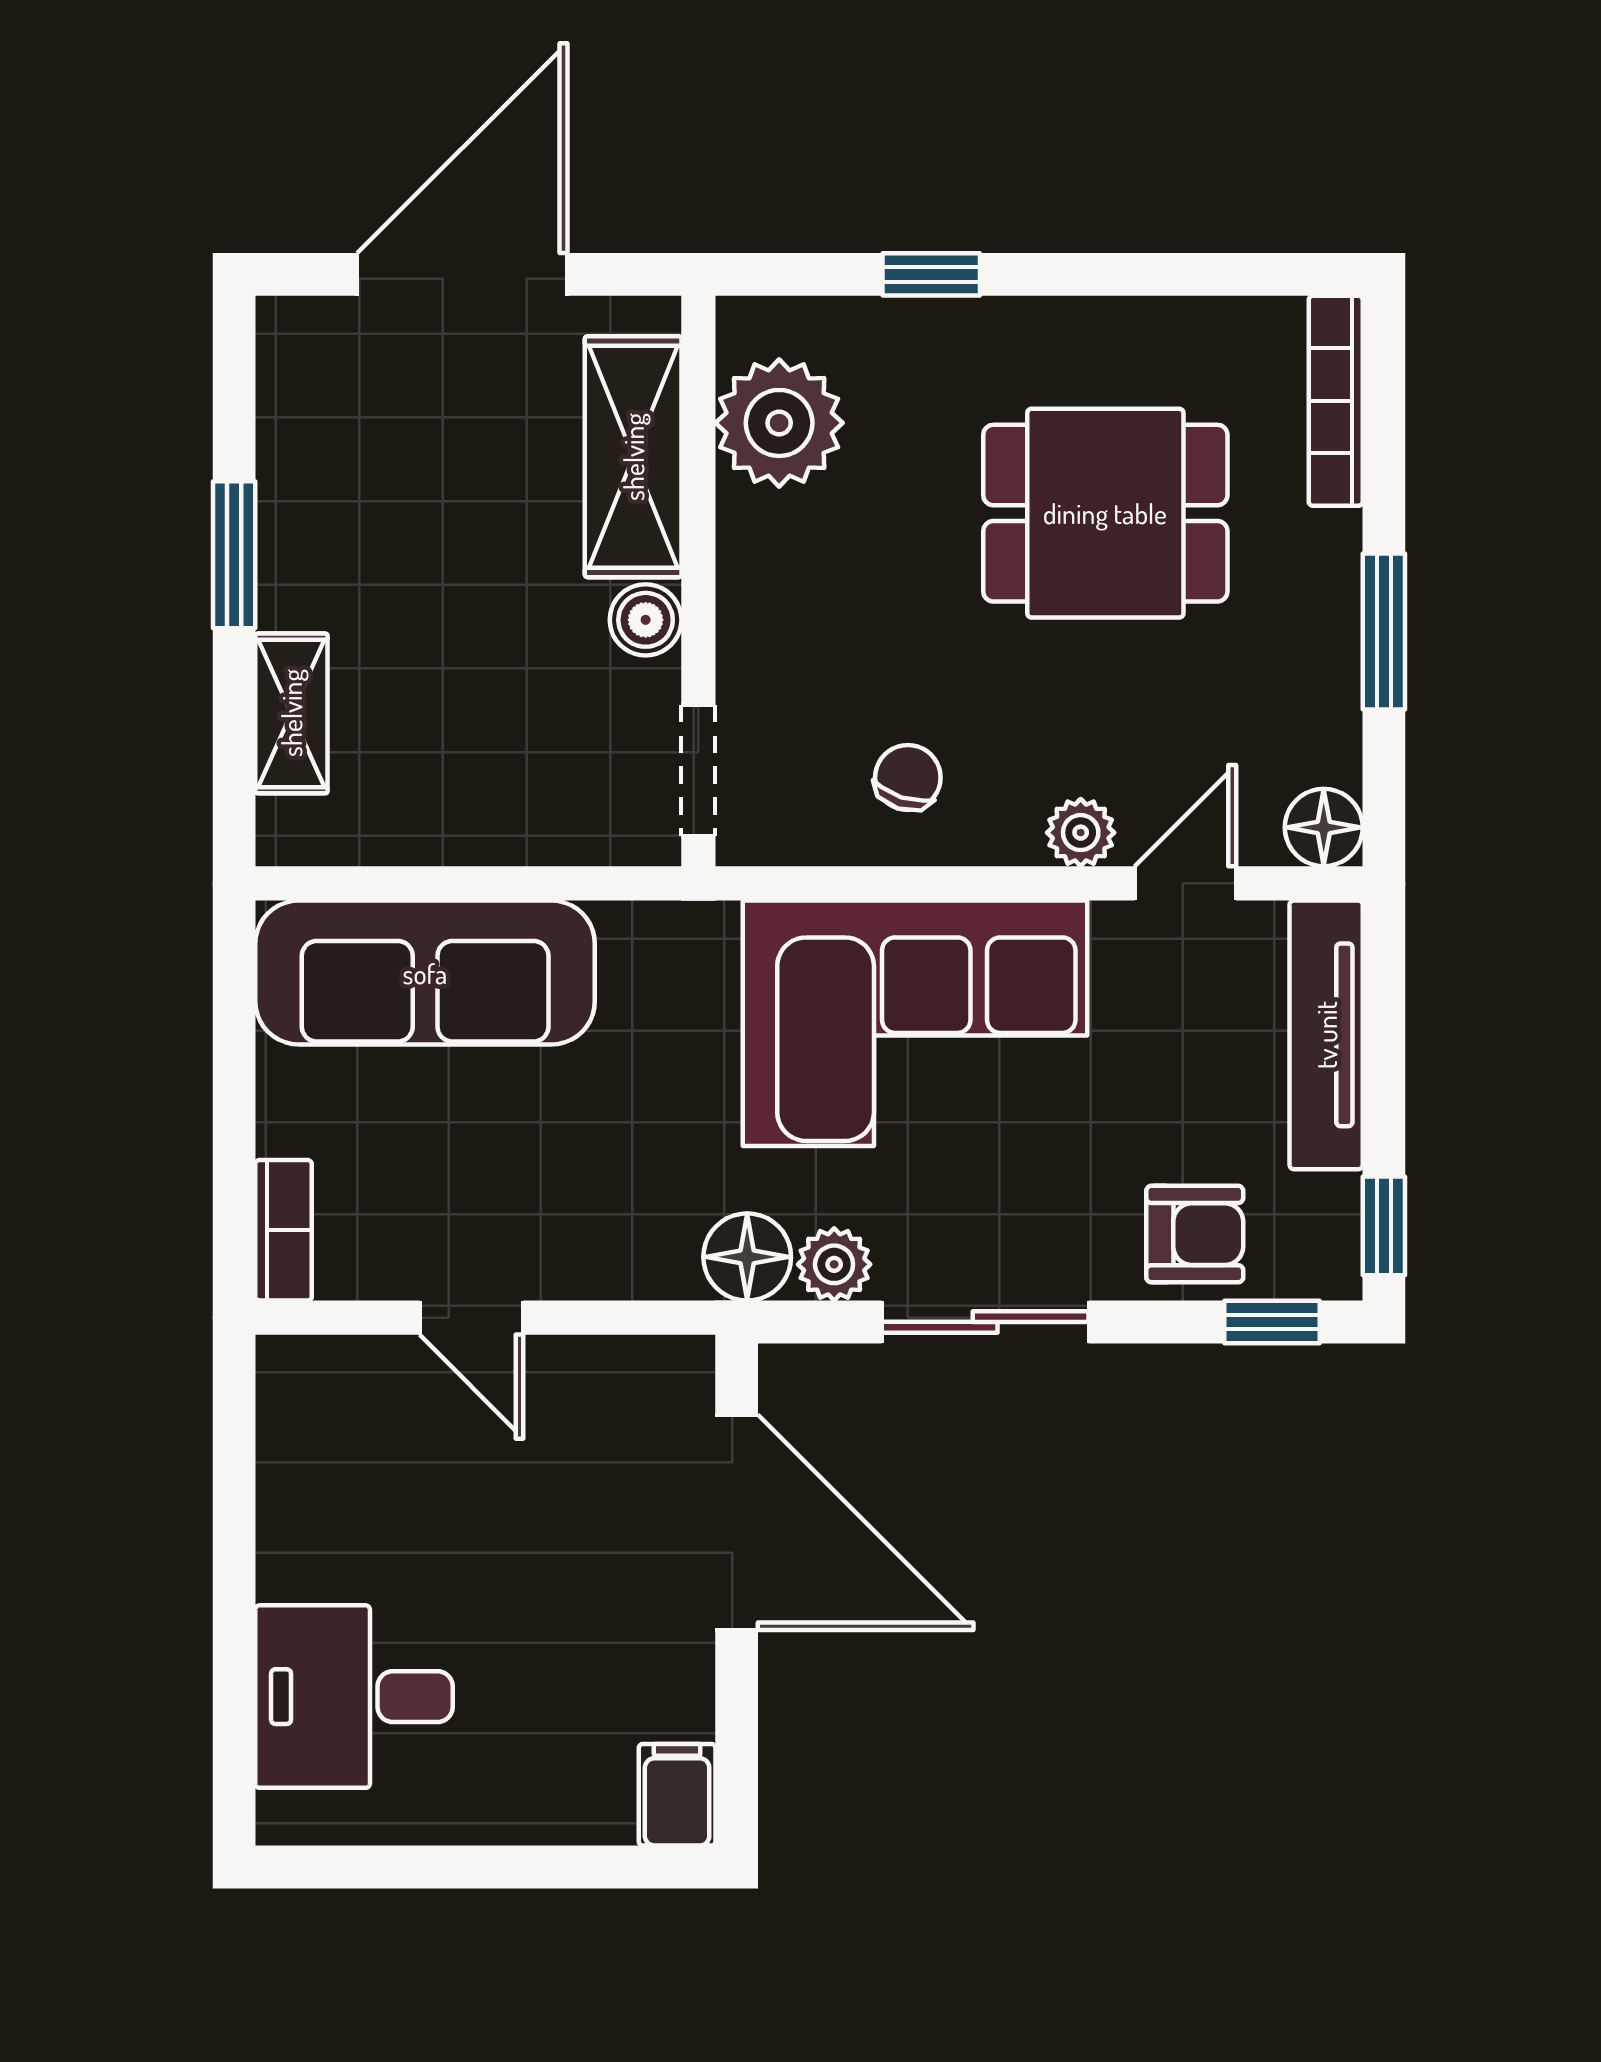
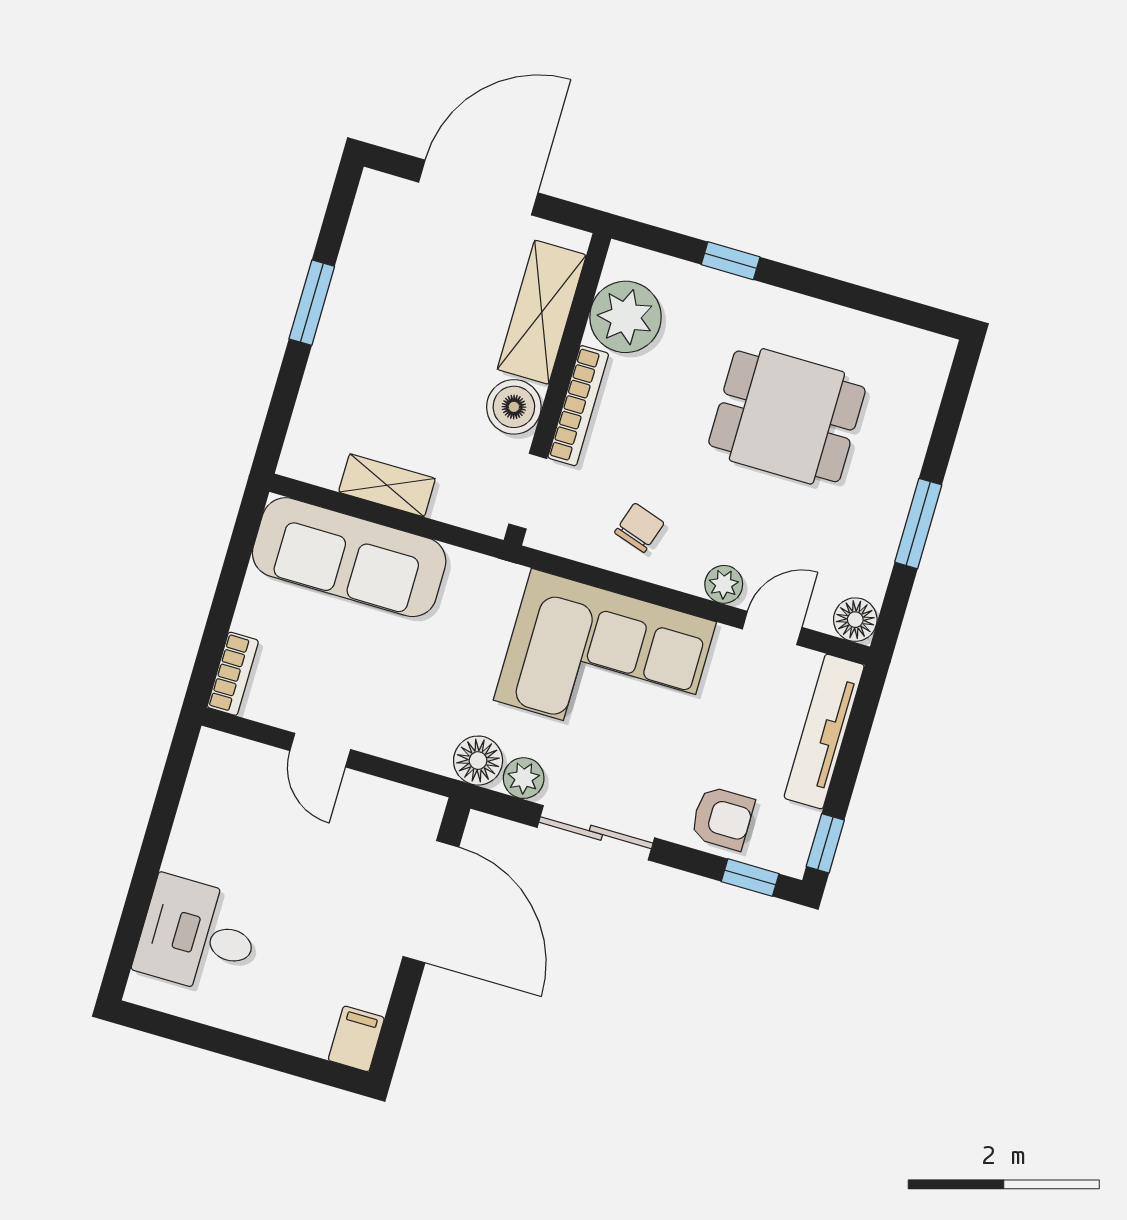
bookcase: (1336, 401) -> (578, 406), moved, turned 180
boiler: (646, 620) -> (514, 407), width x1.36, depth x1.36
shelving: (291, 713) -> (387, 485), moved, turned 90

